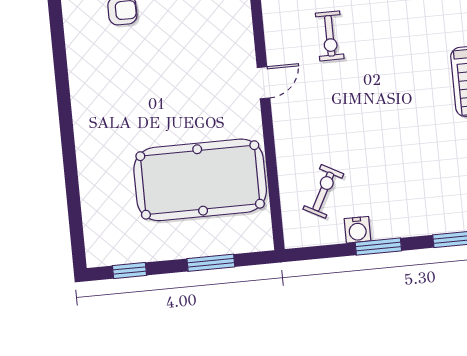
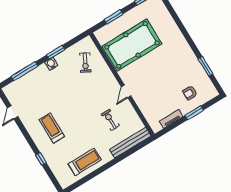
window: (59, 53) -> (205, 66), added
water cooler: (357, 230) -> (51, 64), moved

